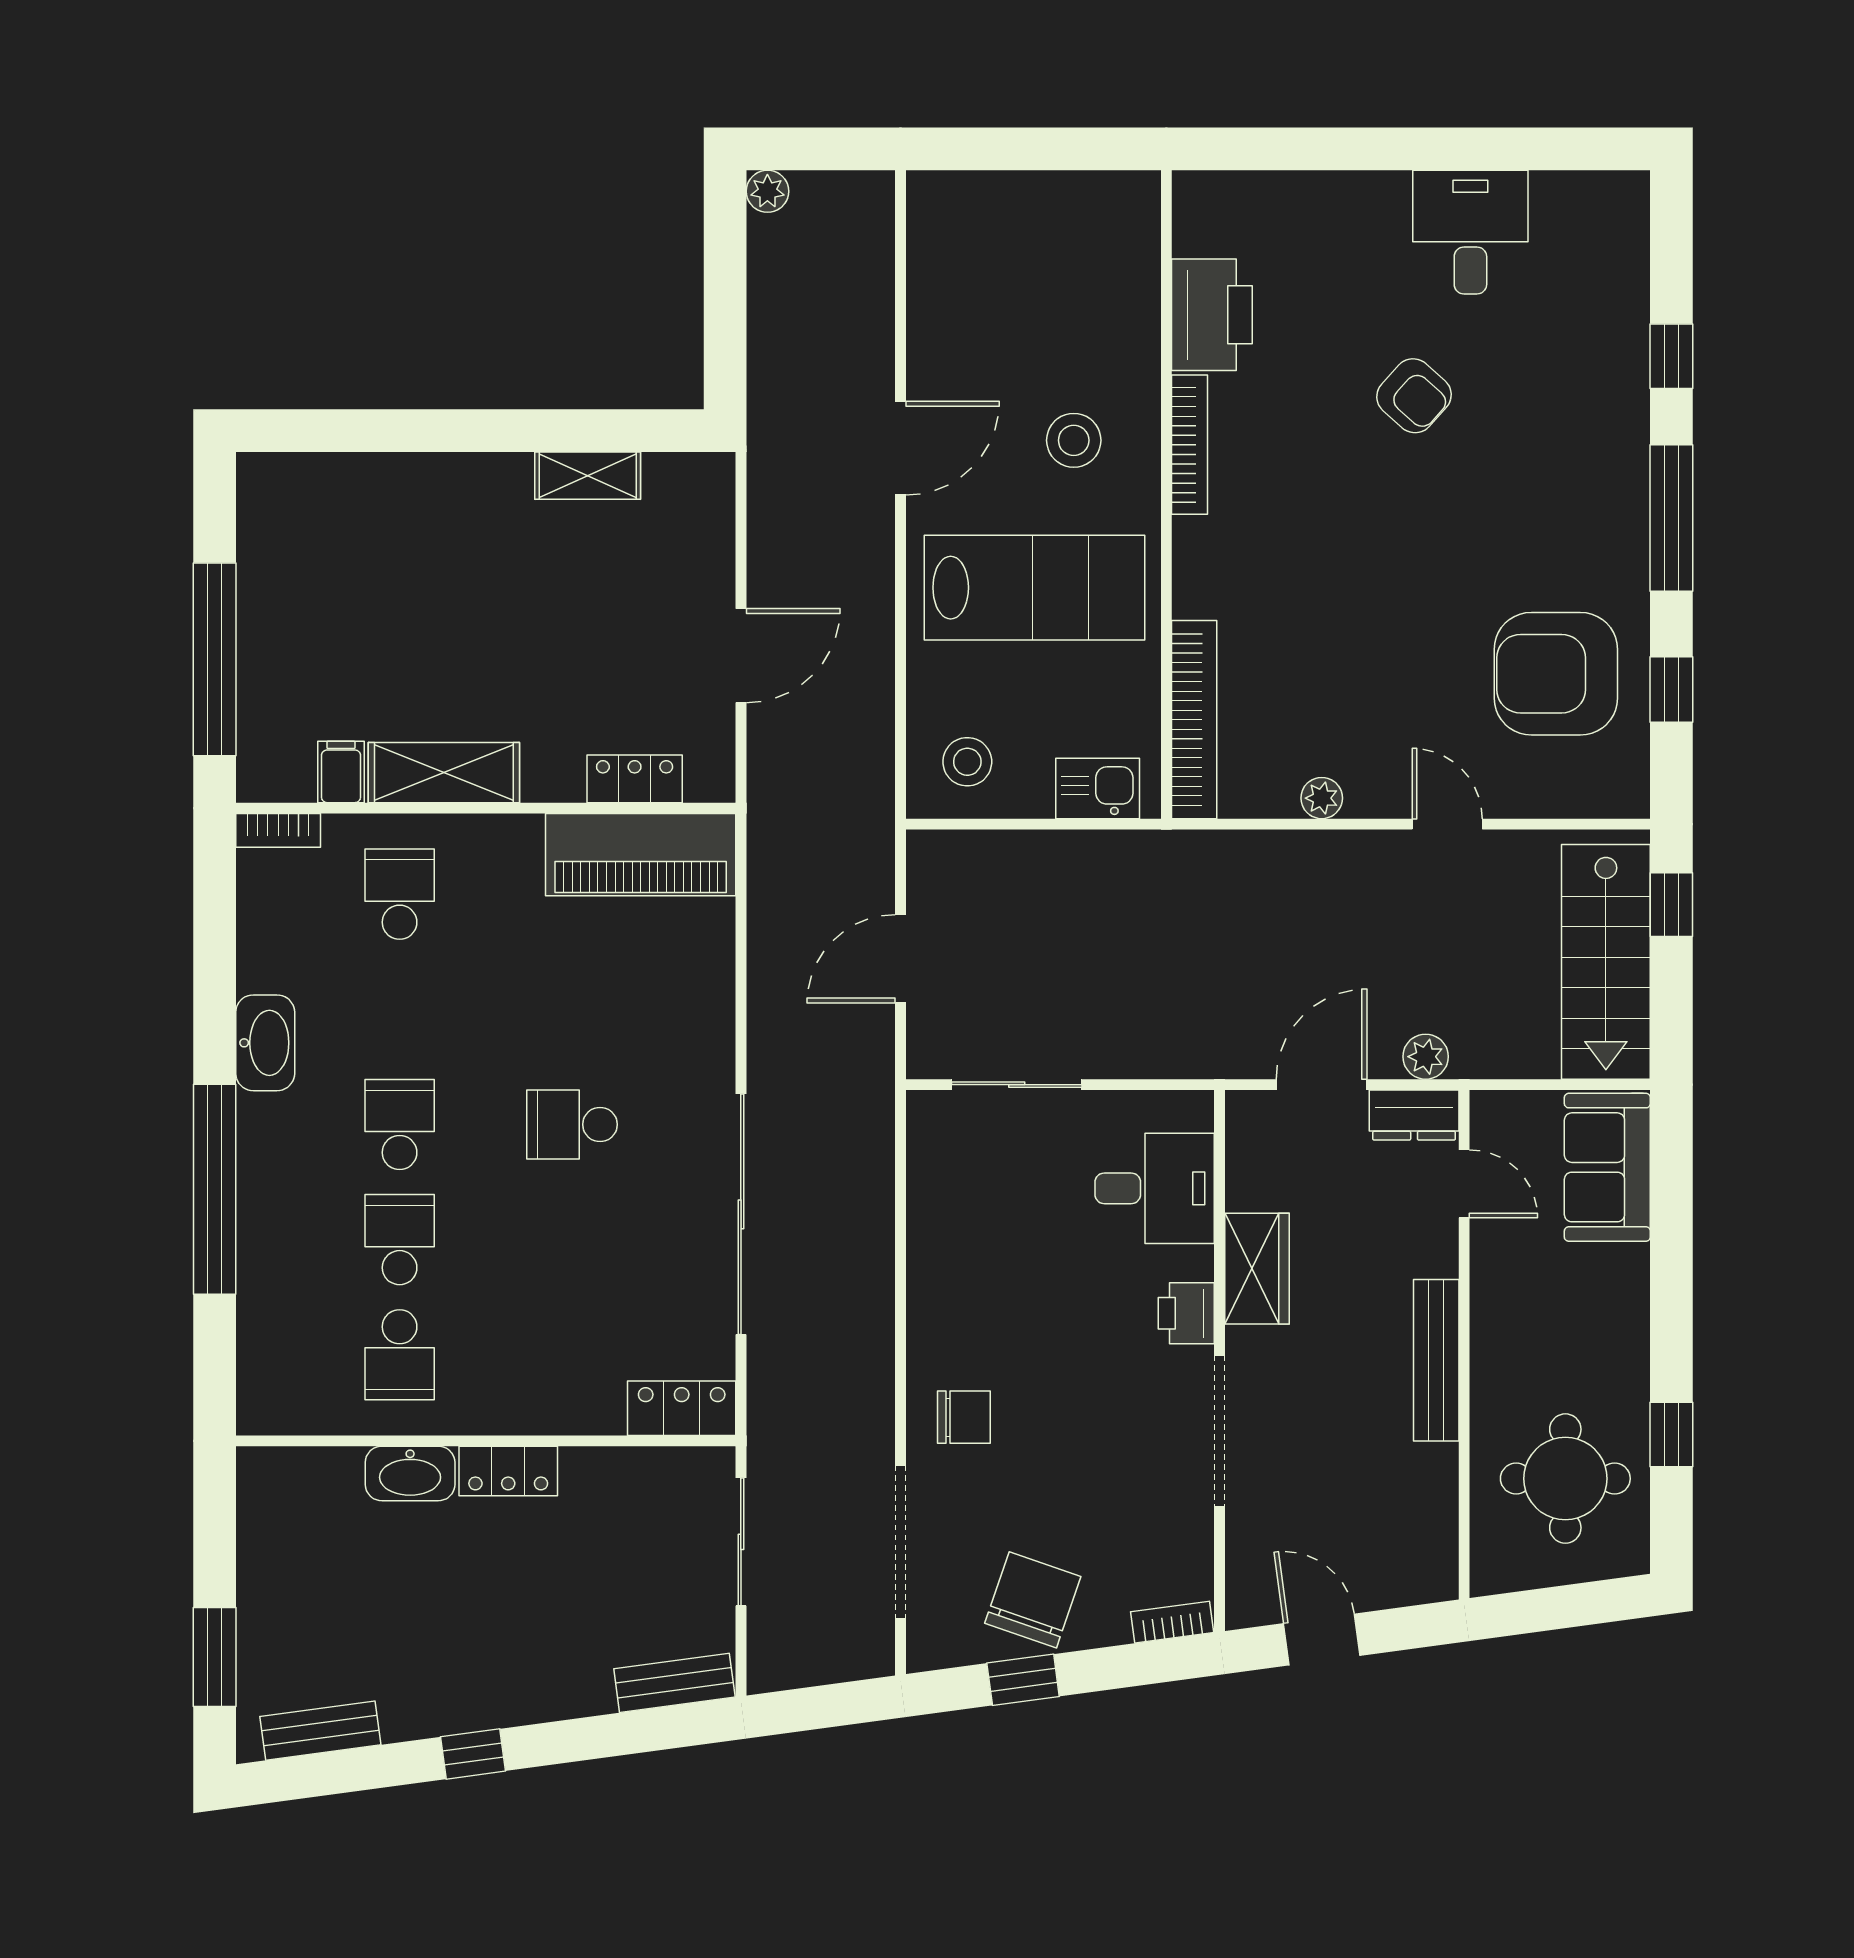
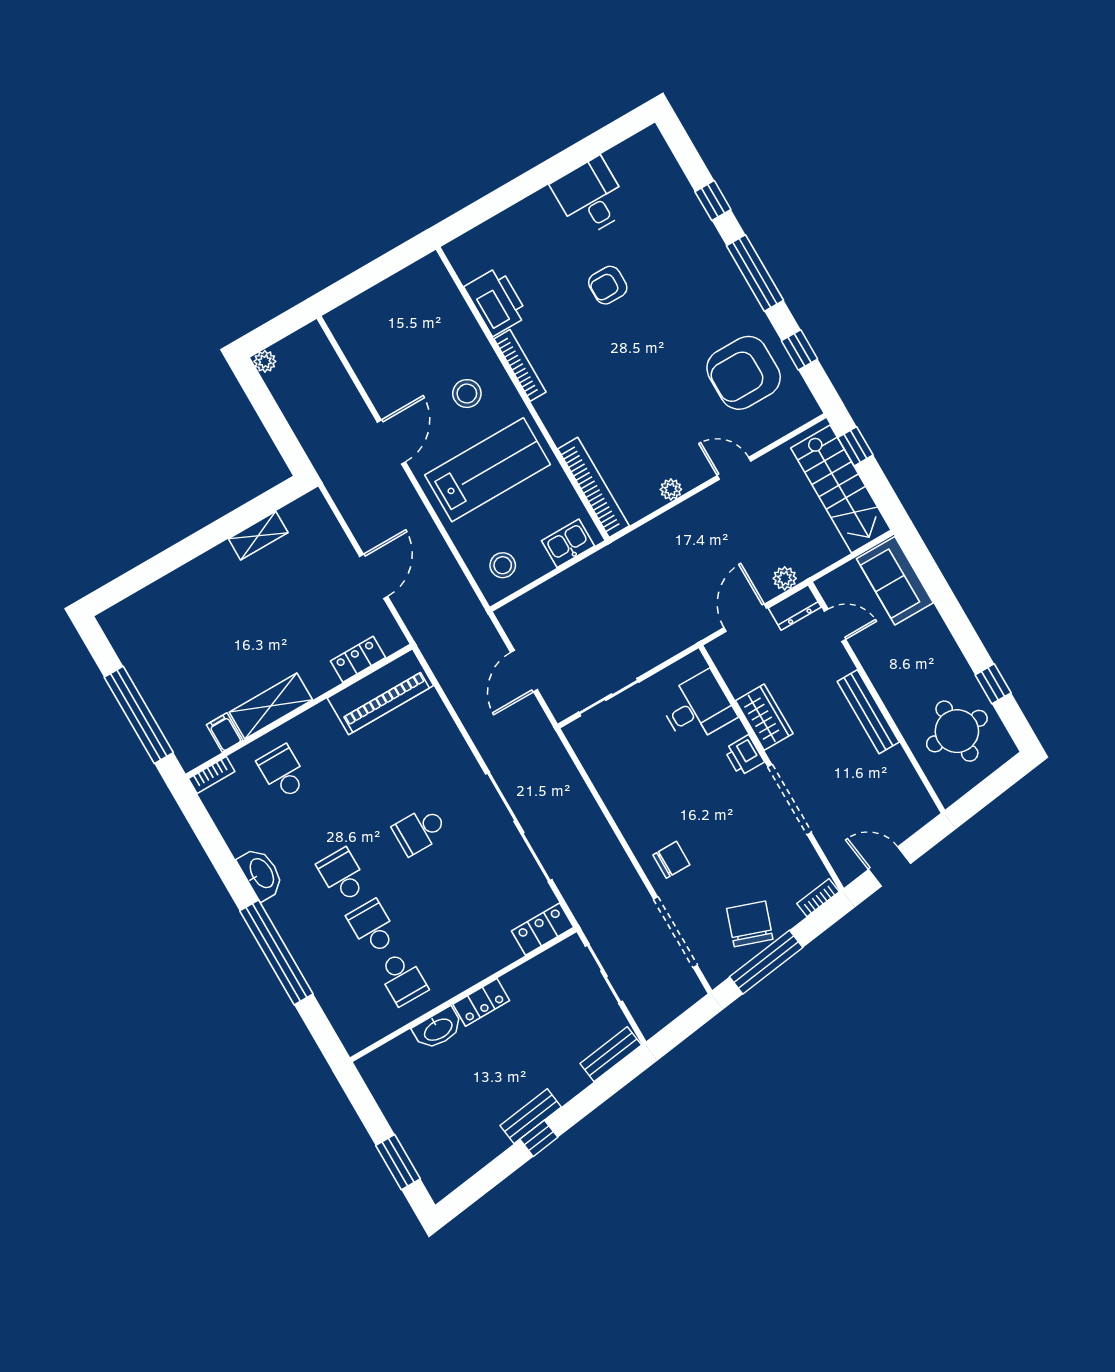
armchair: (1414, 396) -> (608, 285), turned 138
window: (1023, 1680) -> (766, 962), width x2.17
bench: (320, 1731) -> (531, 1116), moved

